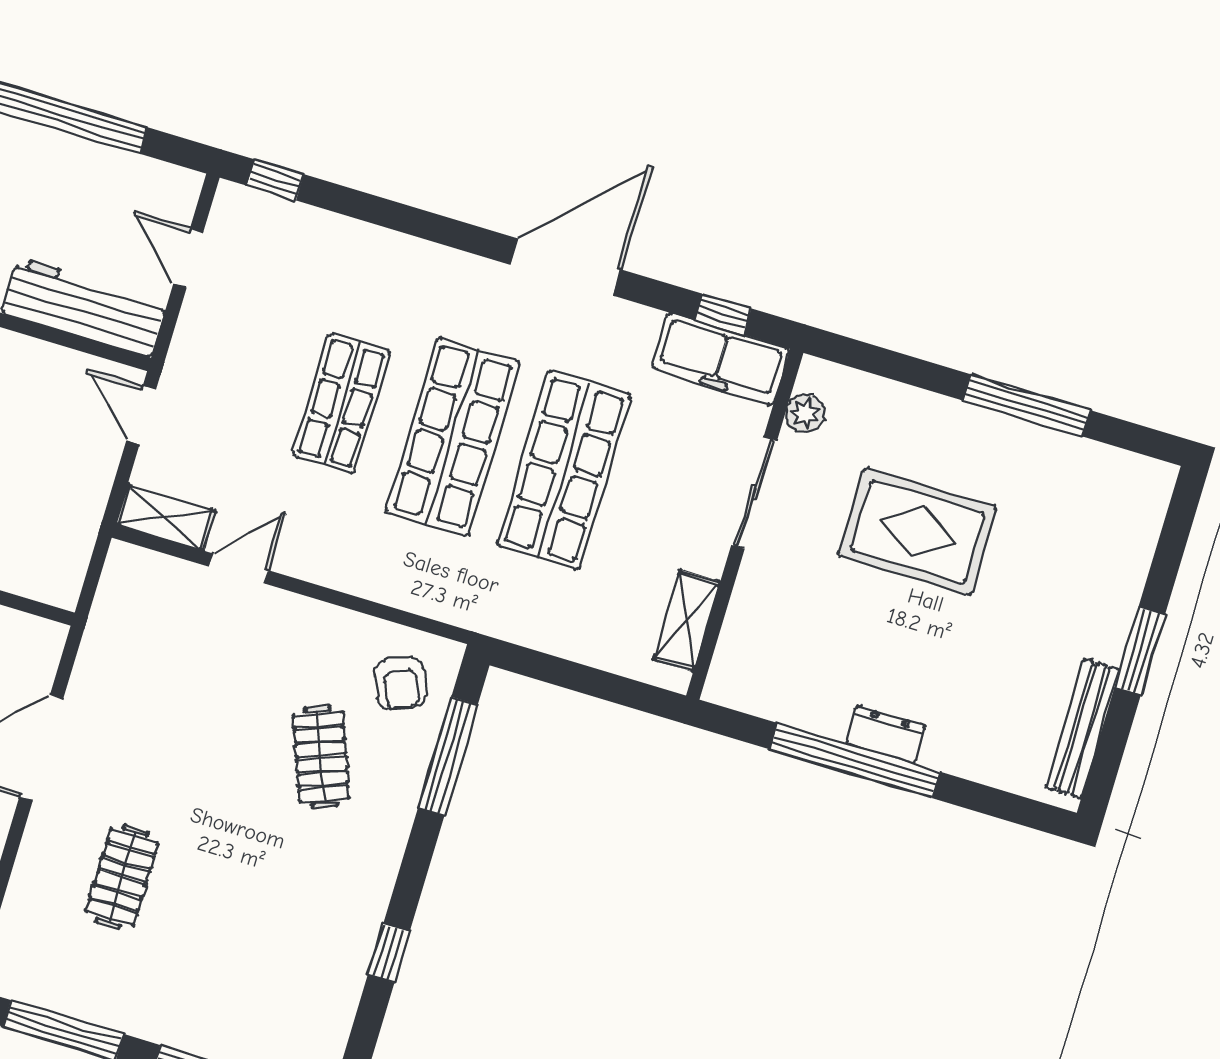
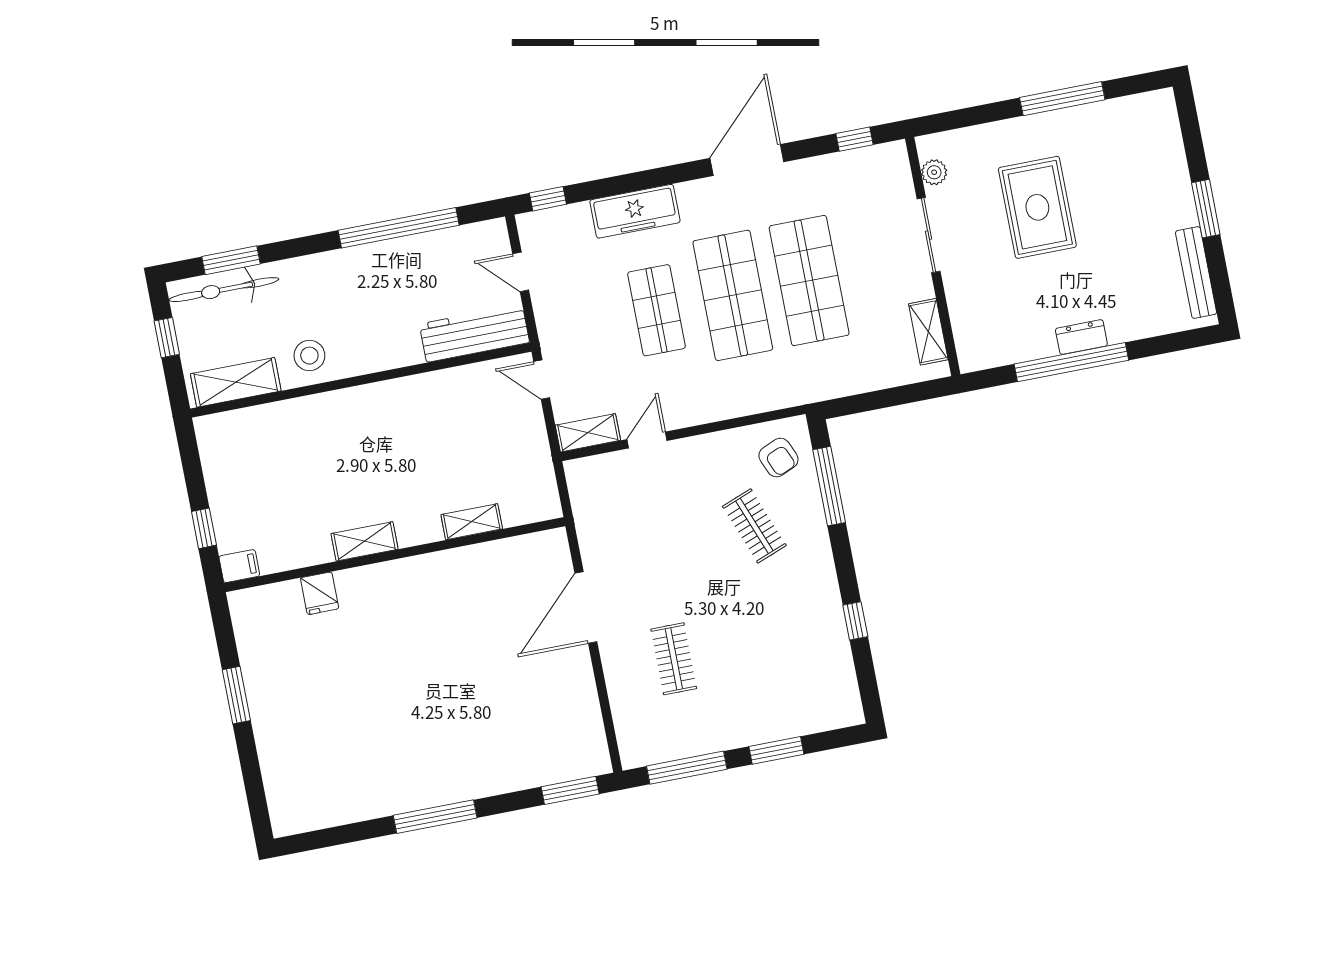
freezer: (721, 359) -> (635, 211), moved
rug: (918, 532) -> (1037, 207), turned 90

